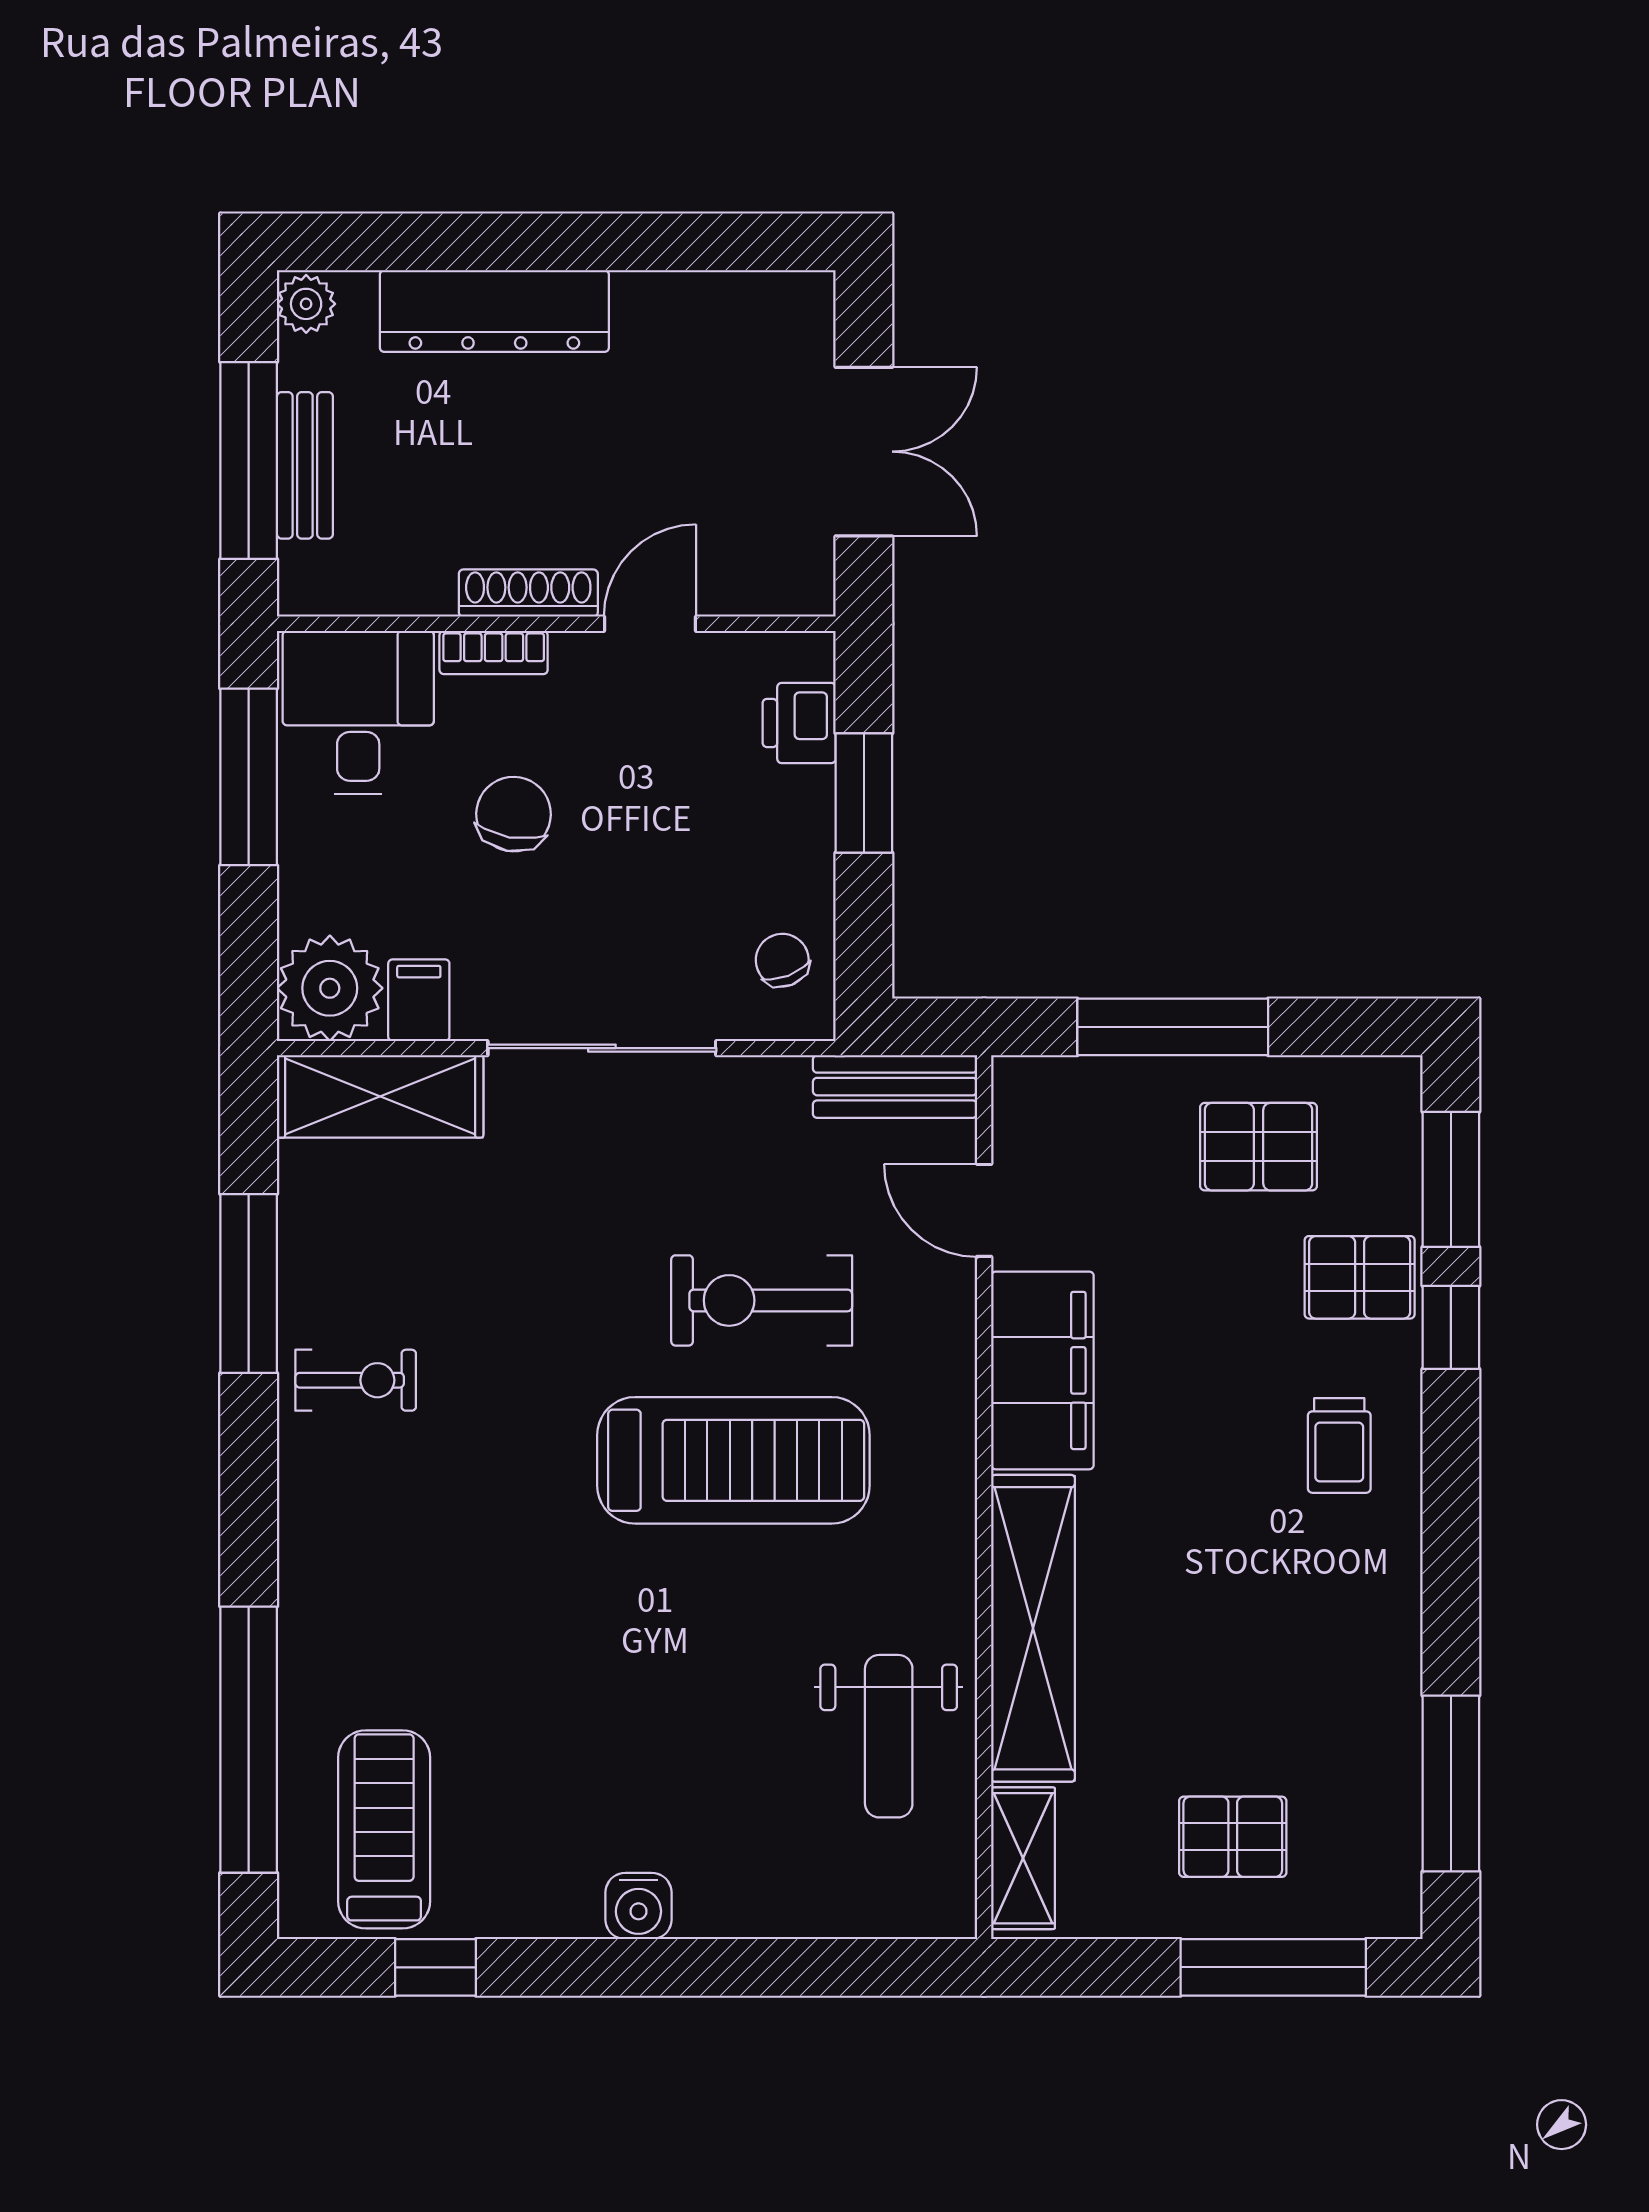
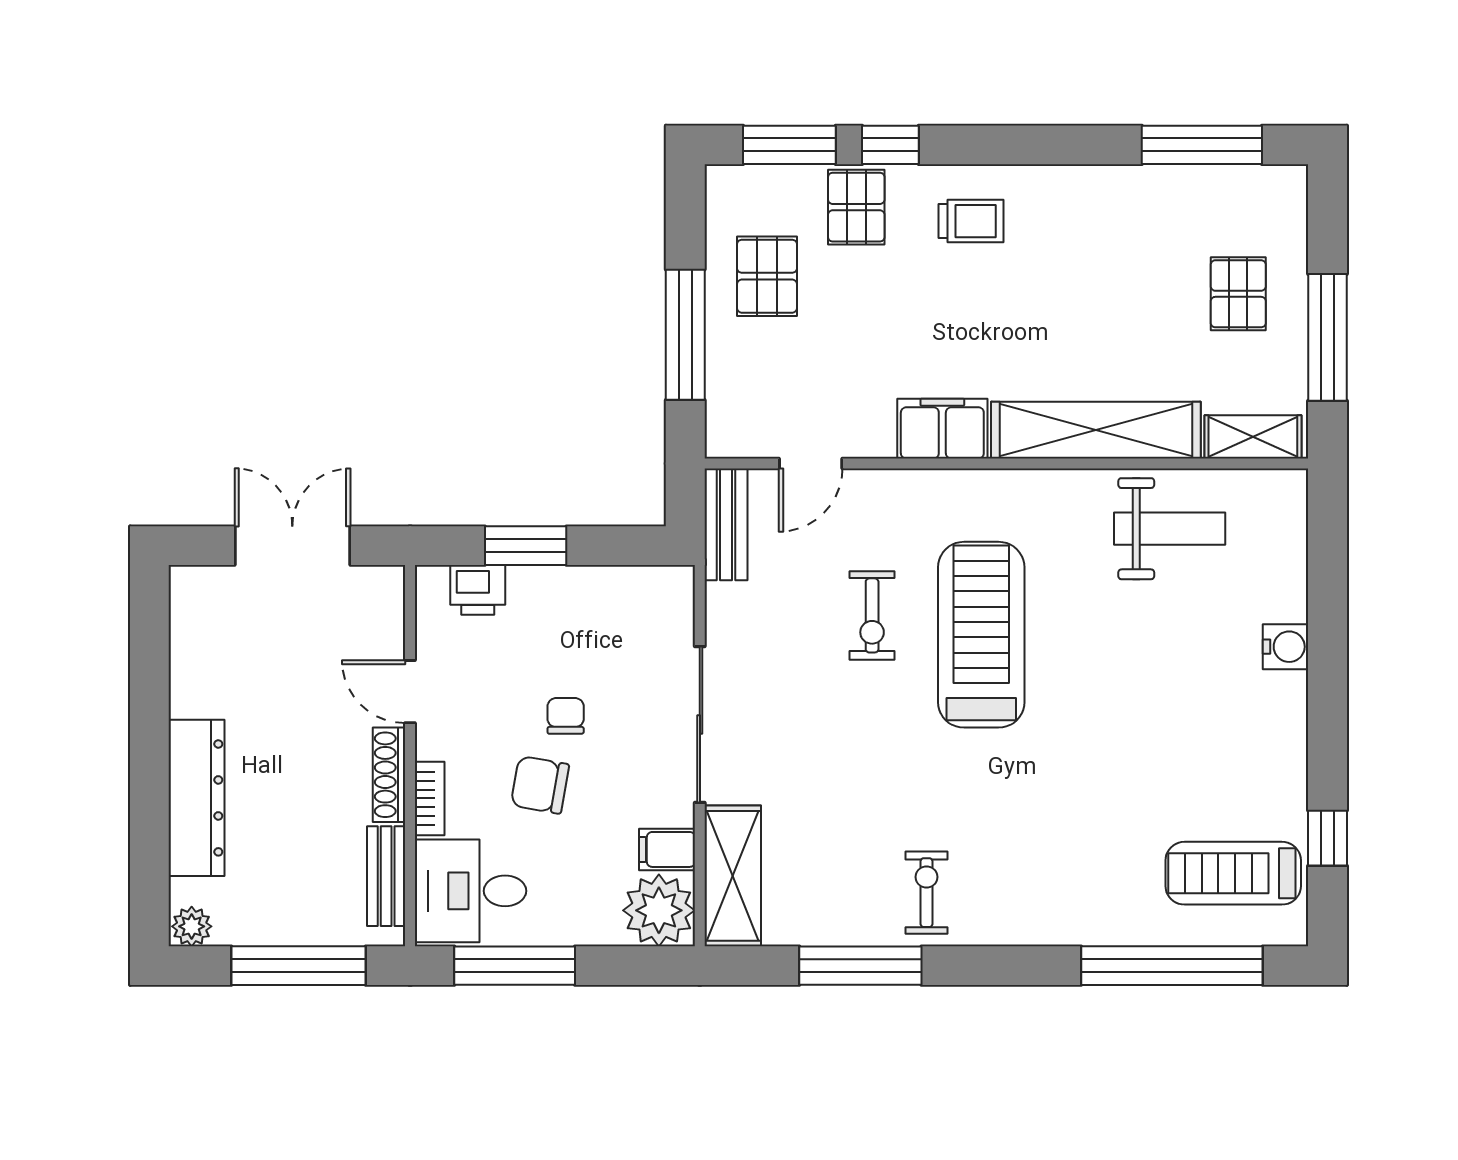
bench: (305, 465) -> (386, 876), moved, turned 90
chair: (782, 960) -> (566, 716), moved, turned 111
exercise bike: (762, 1300) -> (872, 615), width x0.73, depth x0.72
filing cabinet: (1042, 1370) -> (942, 429), width x0.67, depth x0.86
water cooler: (638, 1906) -> (1286, 647), moved
window: (1273, 1967) -> (1327, 337), moved

